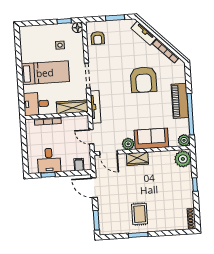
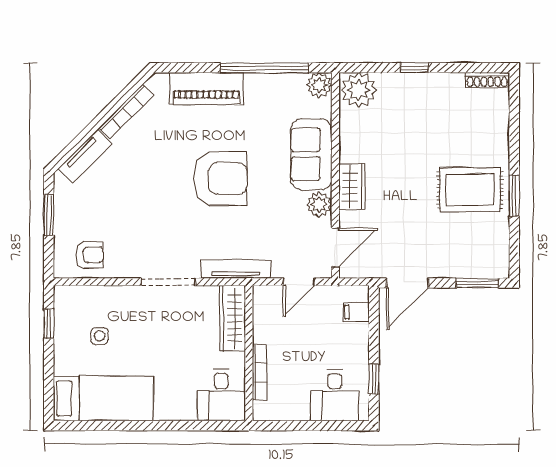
floor lamp: (77, 28) -> (64, 296), removed
bed: (45, 73) -> (103, 398), moved, turned 90
armchair: (144, 80) -> (220, 179), moved
piano: (180, 101) -> (206, 89), moved
desk: (49, 160) -> (335, 395), moved, turned 90
rug: (140, 214) -> (470, 190), width x1.36, depth x1.43

